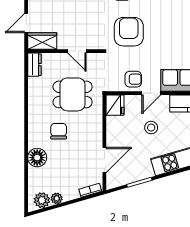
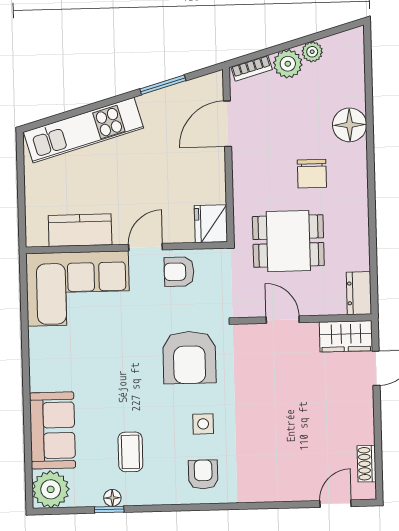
stool: (151, 128) -> (144, 185), removed
plant: (42, 200) -> (288, 64), moved

